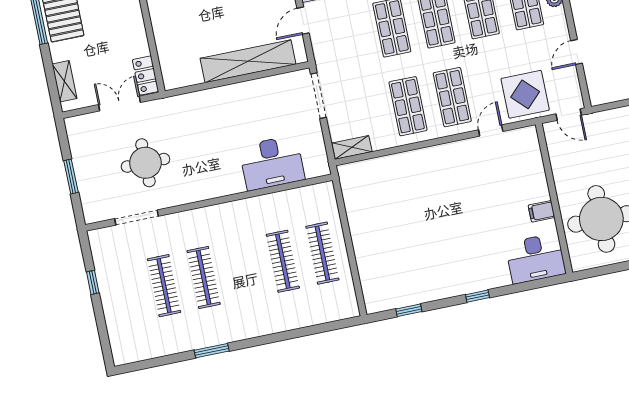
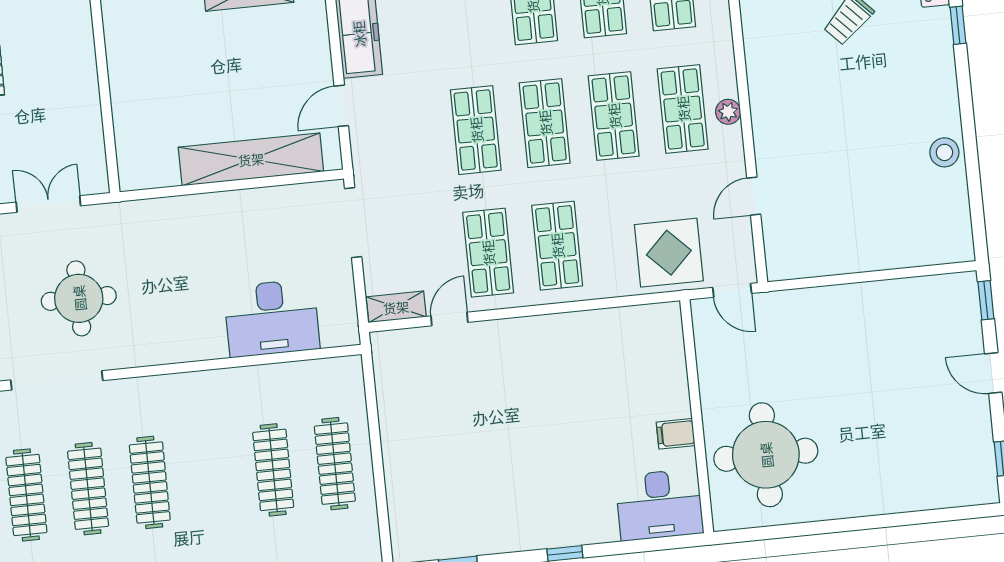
locker: (146, 76) -> (92, 165), removed
door: (491, 131) -> (449, 319), moved
doorway: (137, 217) -> (57, 380), width x1.36
clothes rail: (124, 294) -> (26, 495), added

